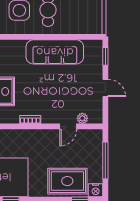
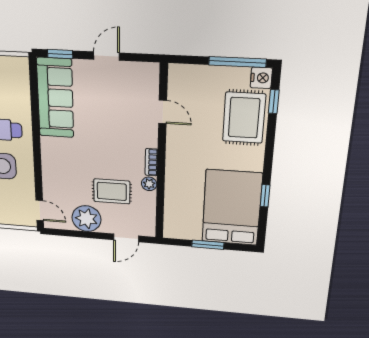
sofa: (55, 52) -> (55, 98), moved
plant: (82, 118) -> (149, 184), moved
window: (105, 161) -> (237, 62), moved

